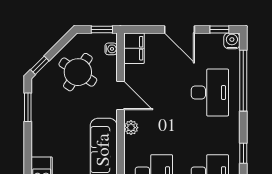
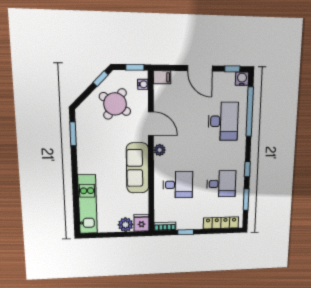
filing cabinet: (134, 48) -> (162, 77), width x0.50
window: (40, 65) -> (101, 79), moved

